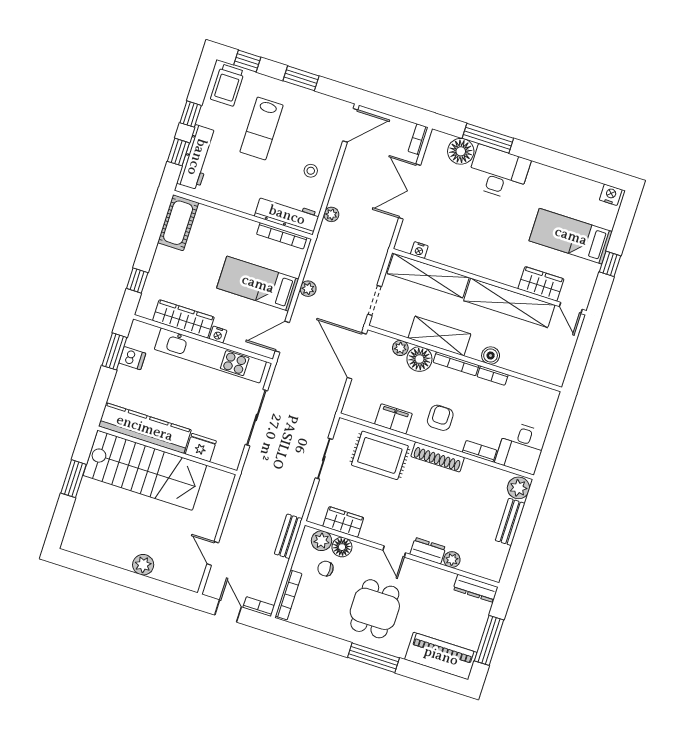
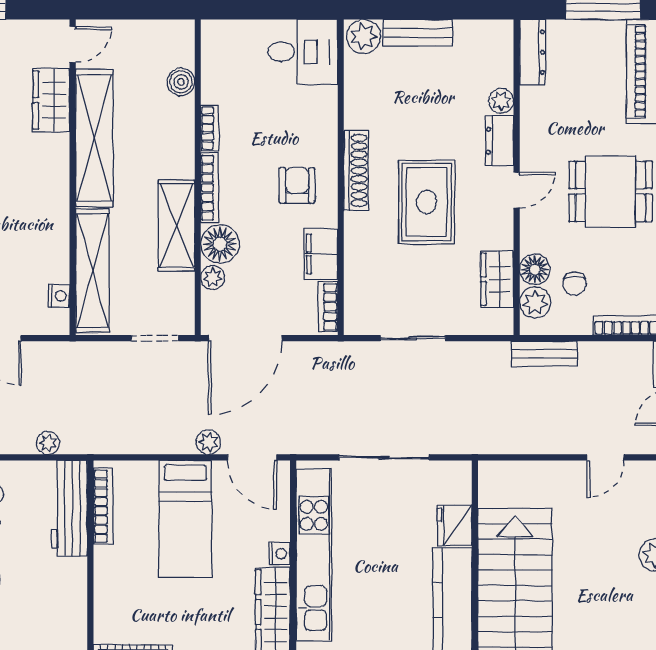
plant: (308, 289) -> (208, 442), moved
boiler: (491, 356) -> (181, 82), moved
armchair: (440, 418) -> (297, 185), turned 90
bookcase: (480, 451) -> (328, 307), moved
rug: (380, 455) -> (427, 202), moved

